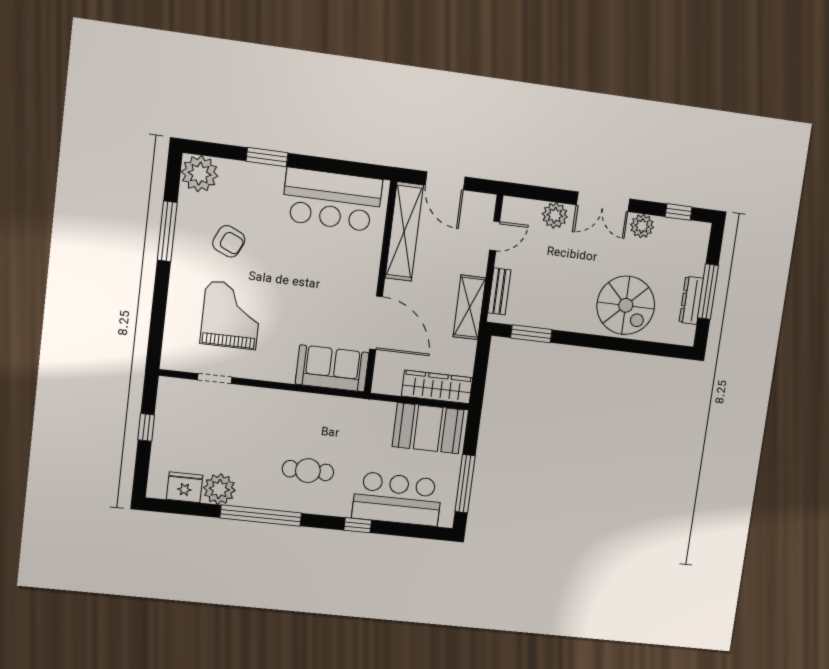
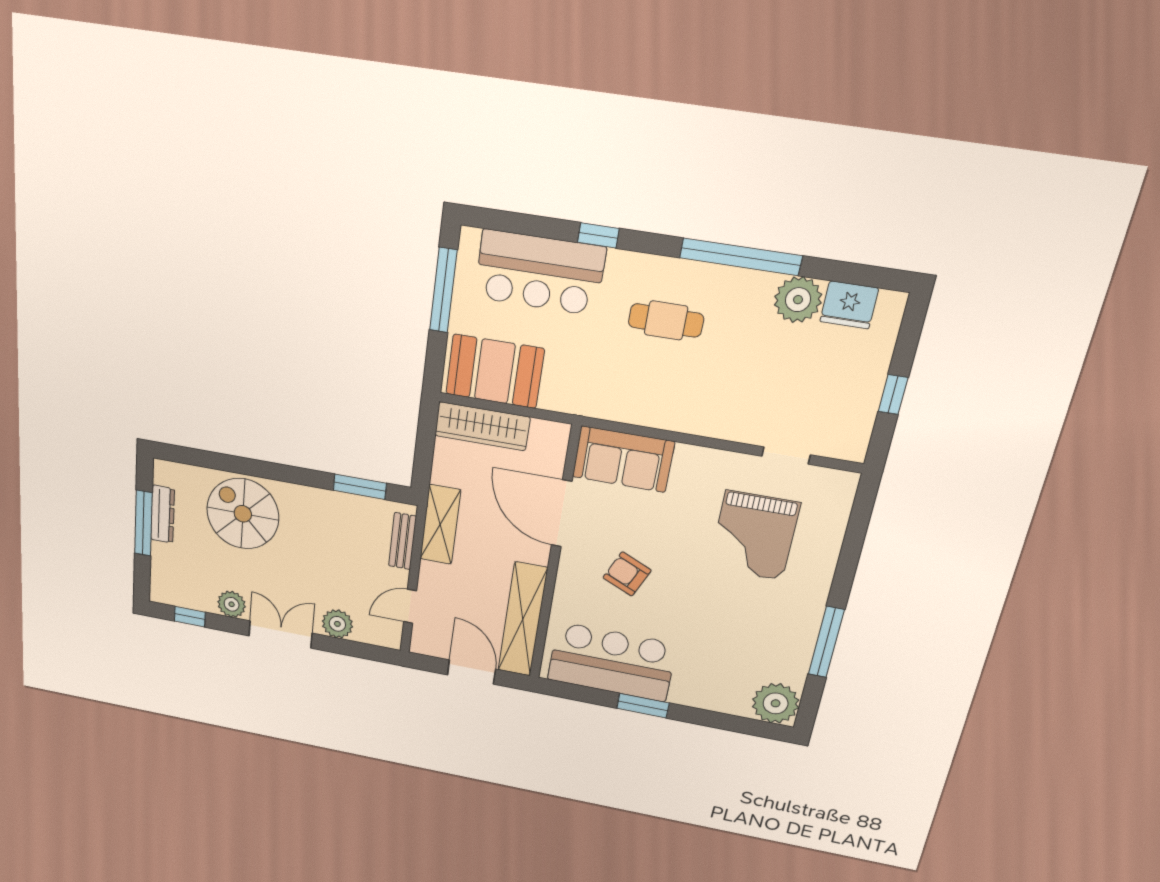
window: (267, 157) -> (643, 706), moved
armchair: (229, 241) -> (627, 574), moved

